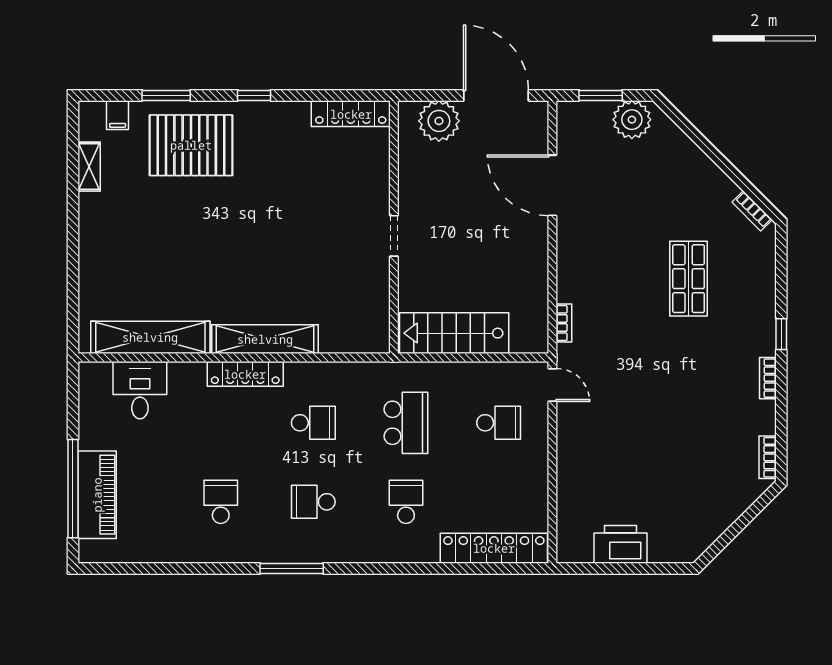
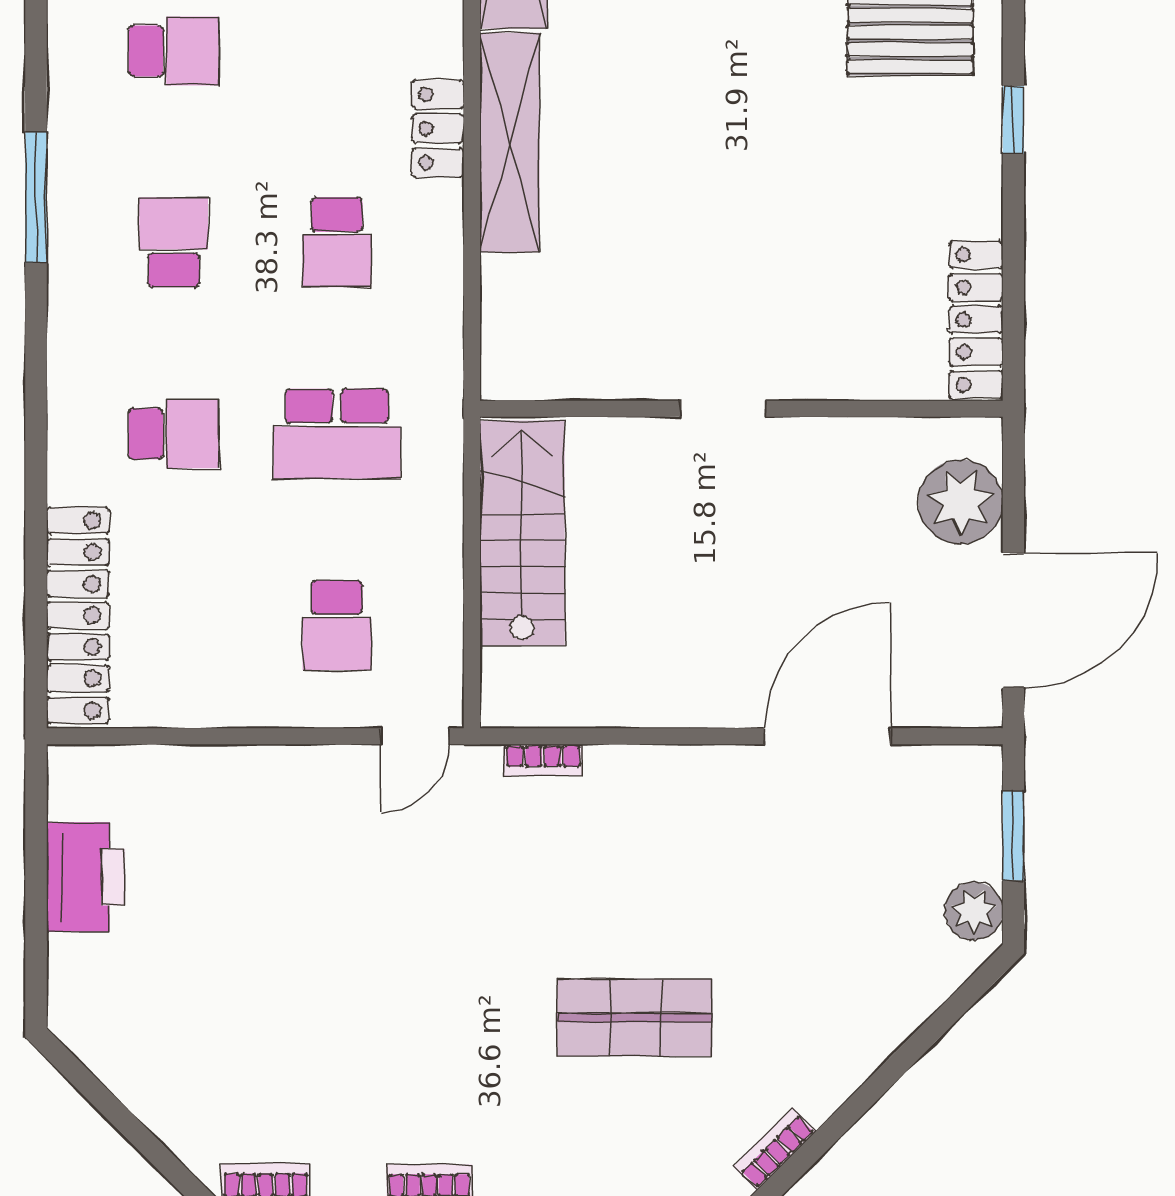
plant: (632, 120) -> (974, 911), width x0.73, depth x0.73
locker: (245, 374) -> (438, 129), width x0.66

